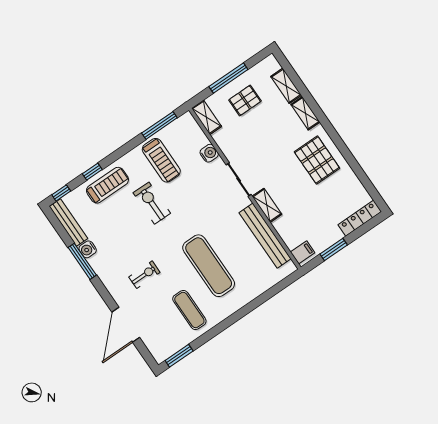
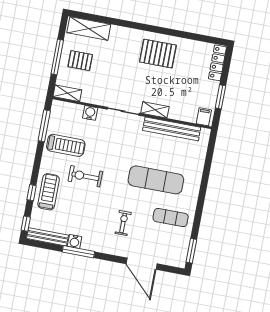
shelving: (286, 86) -> (89, 29), width x1.50, depth x1.33
pallet: (245, 100) -> (80, 61), turned 90
shelving: (305, 113) -> (123, 33), removed

